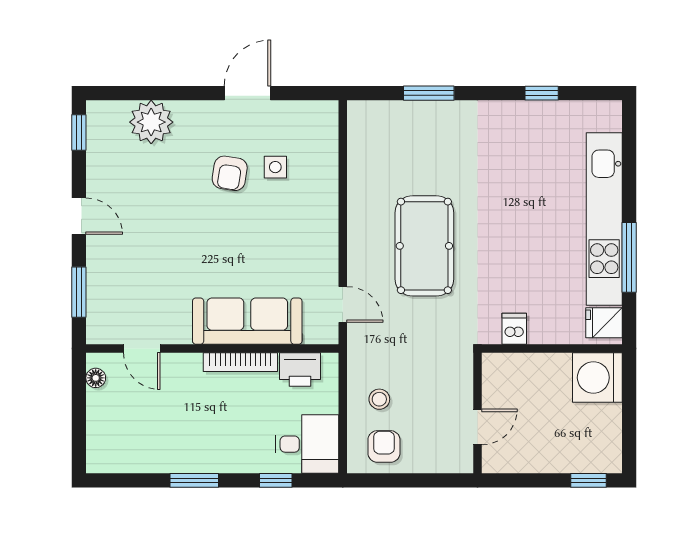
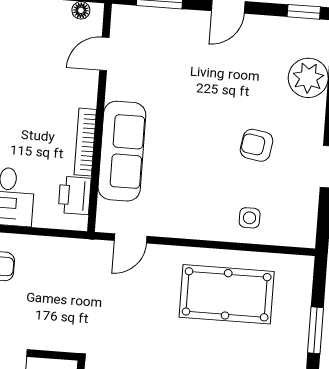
side table: (275, 167) -> (250, 218), moved
pool table: (424, 246) -> (227, 294), moved
stool: (379, 399) -> (42, 265), removed

